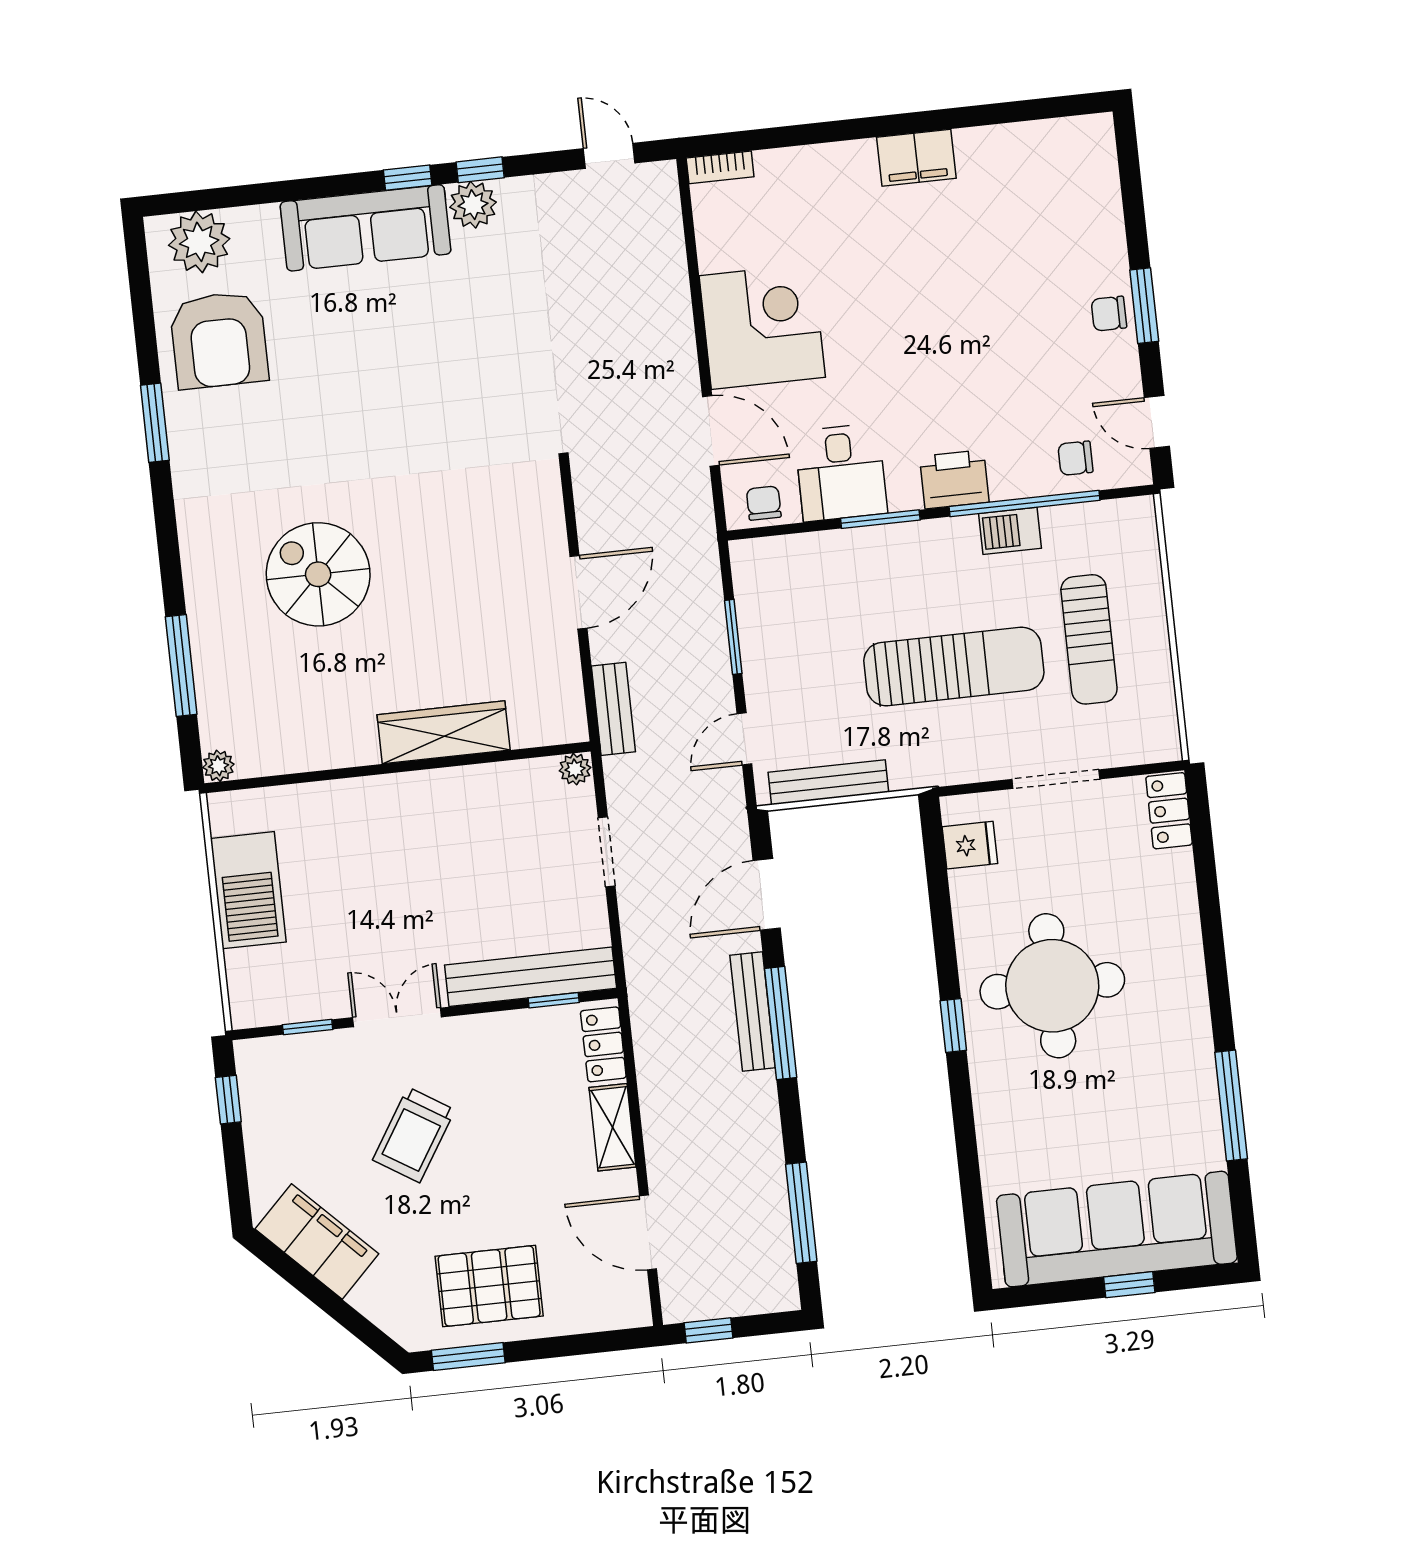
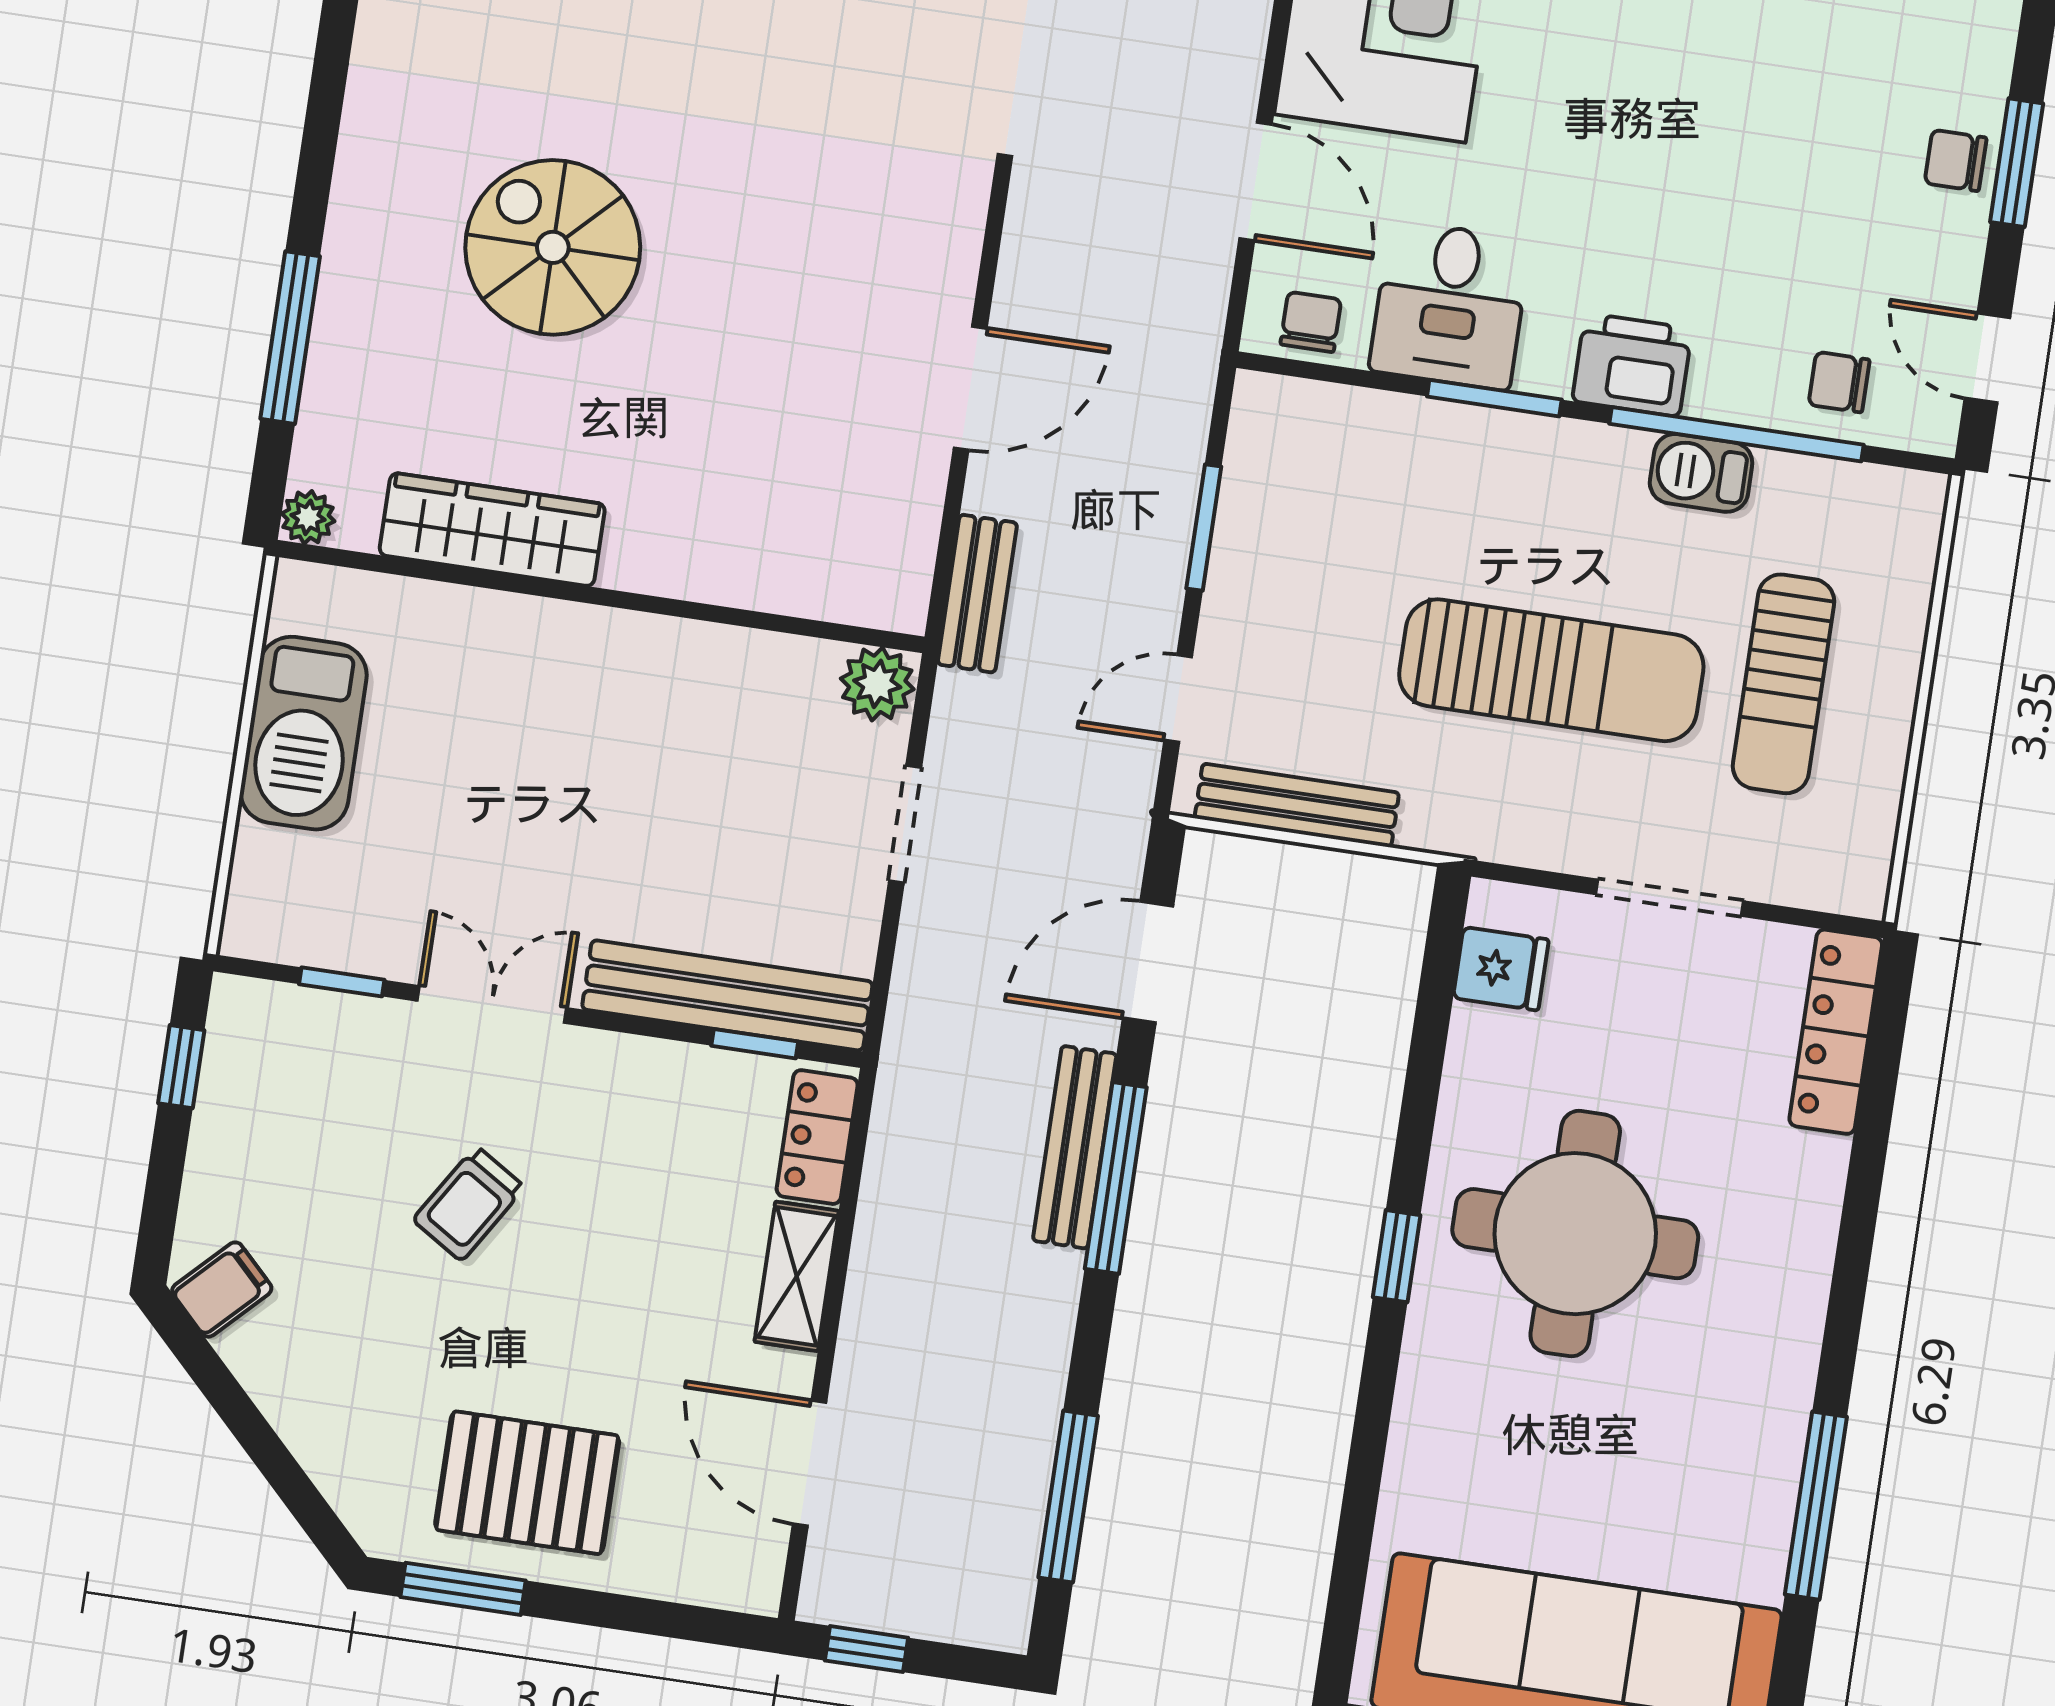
wardrobe: (444, 732) -> (492, 530), moved
plant: (575, 769) -> (877, 684), width x1.38, depth x1.38
locker: (1169, 811) -> (1836, 1032), width x1.53
trolley: (414, 1135) -> (469, 1204), width x0.73, depth x0.72
filing cabinet: (317, 1241) -> (222, 1290), width x0.33, depth x0.86

